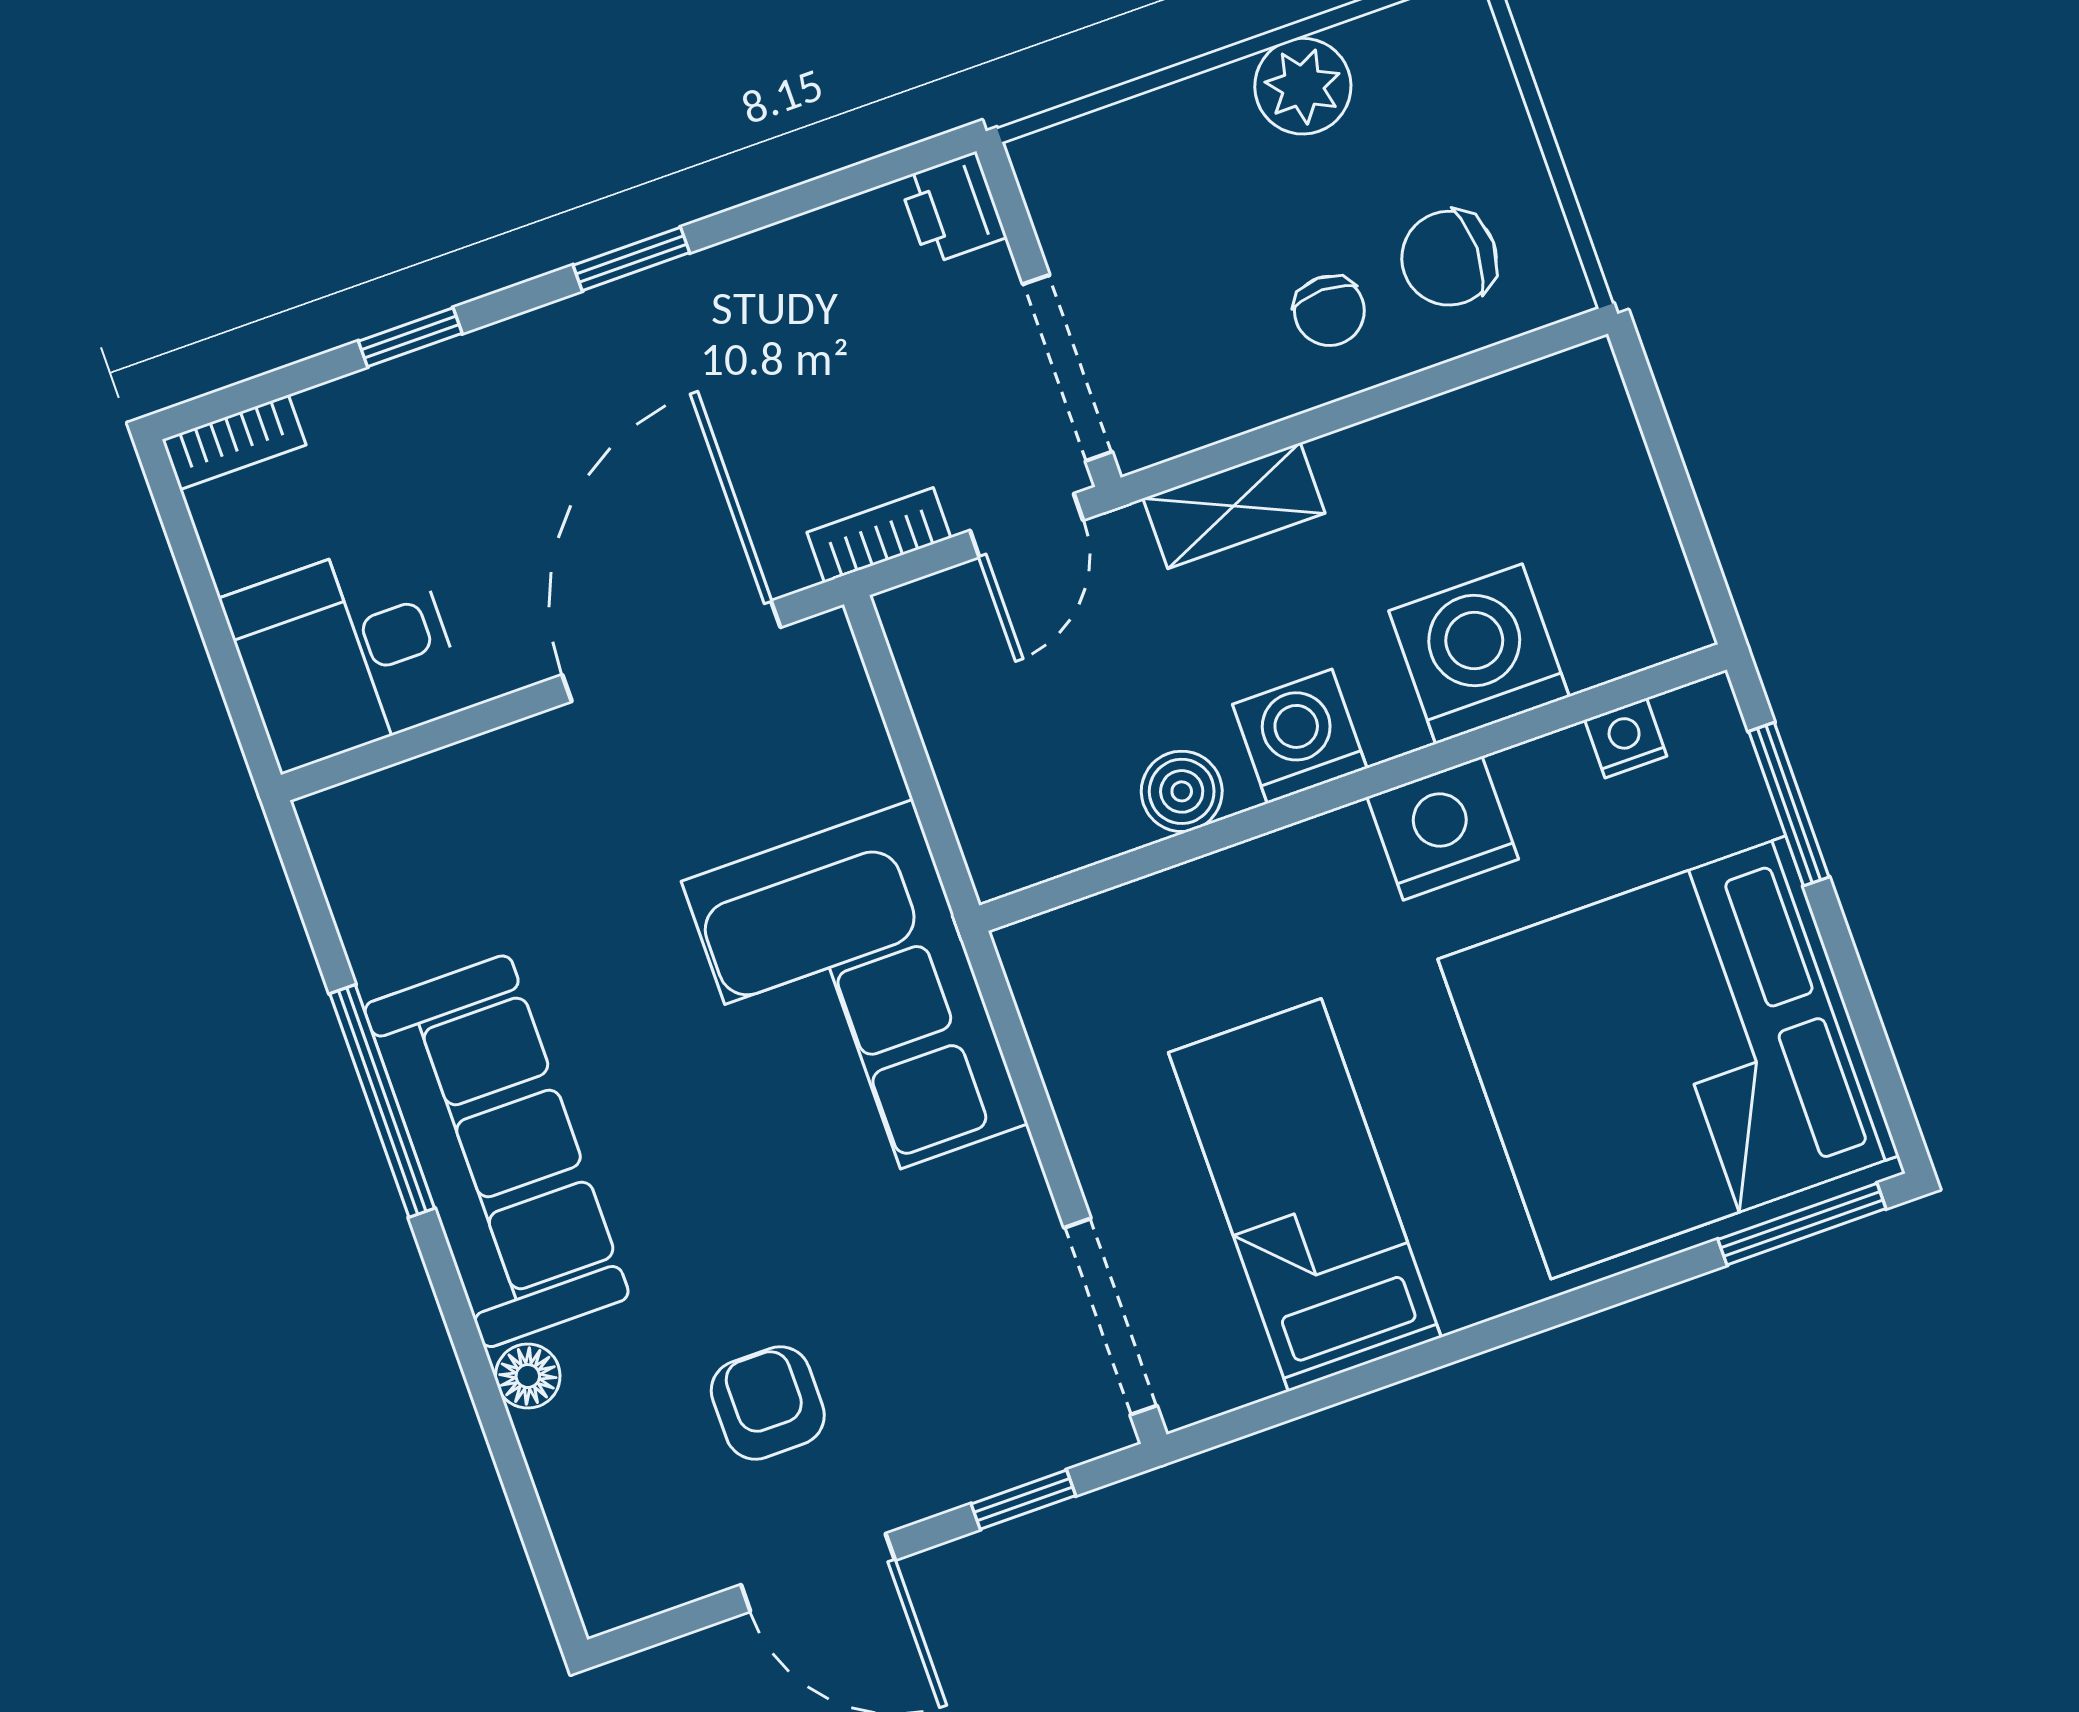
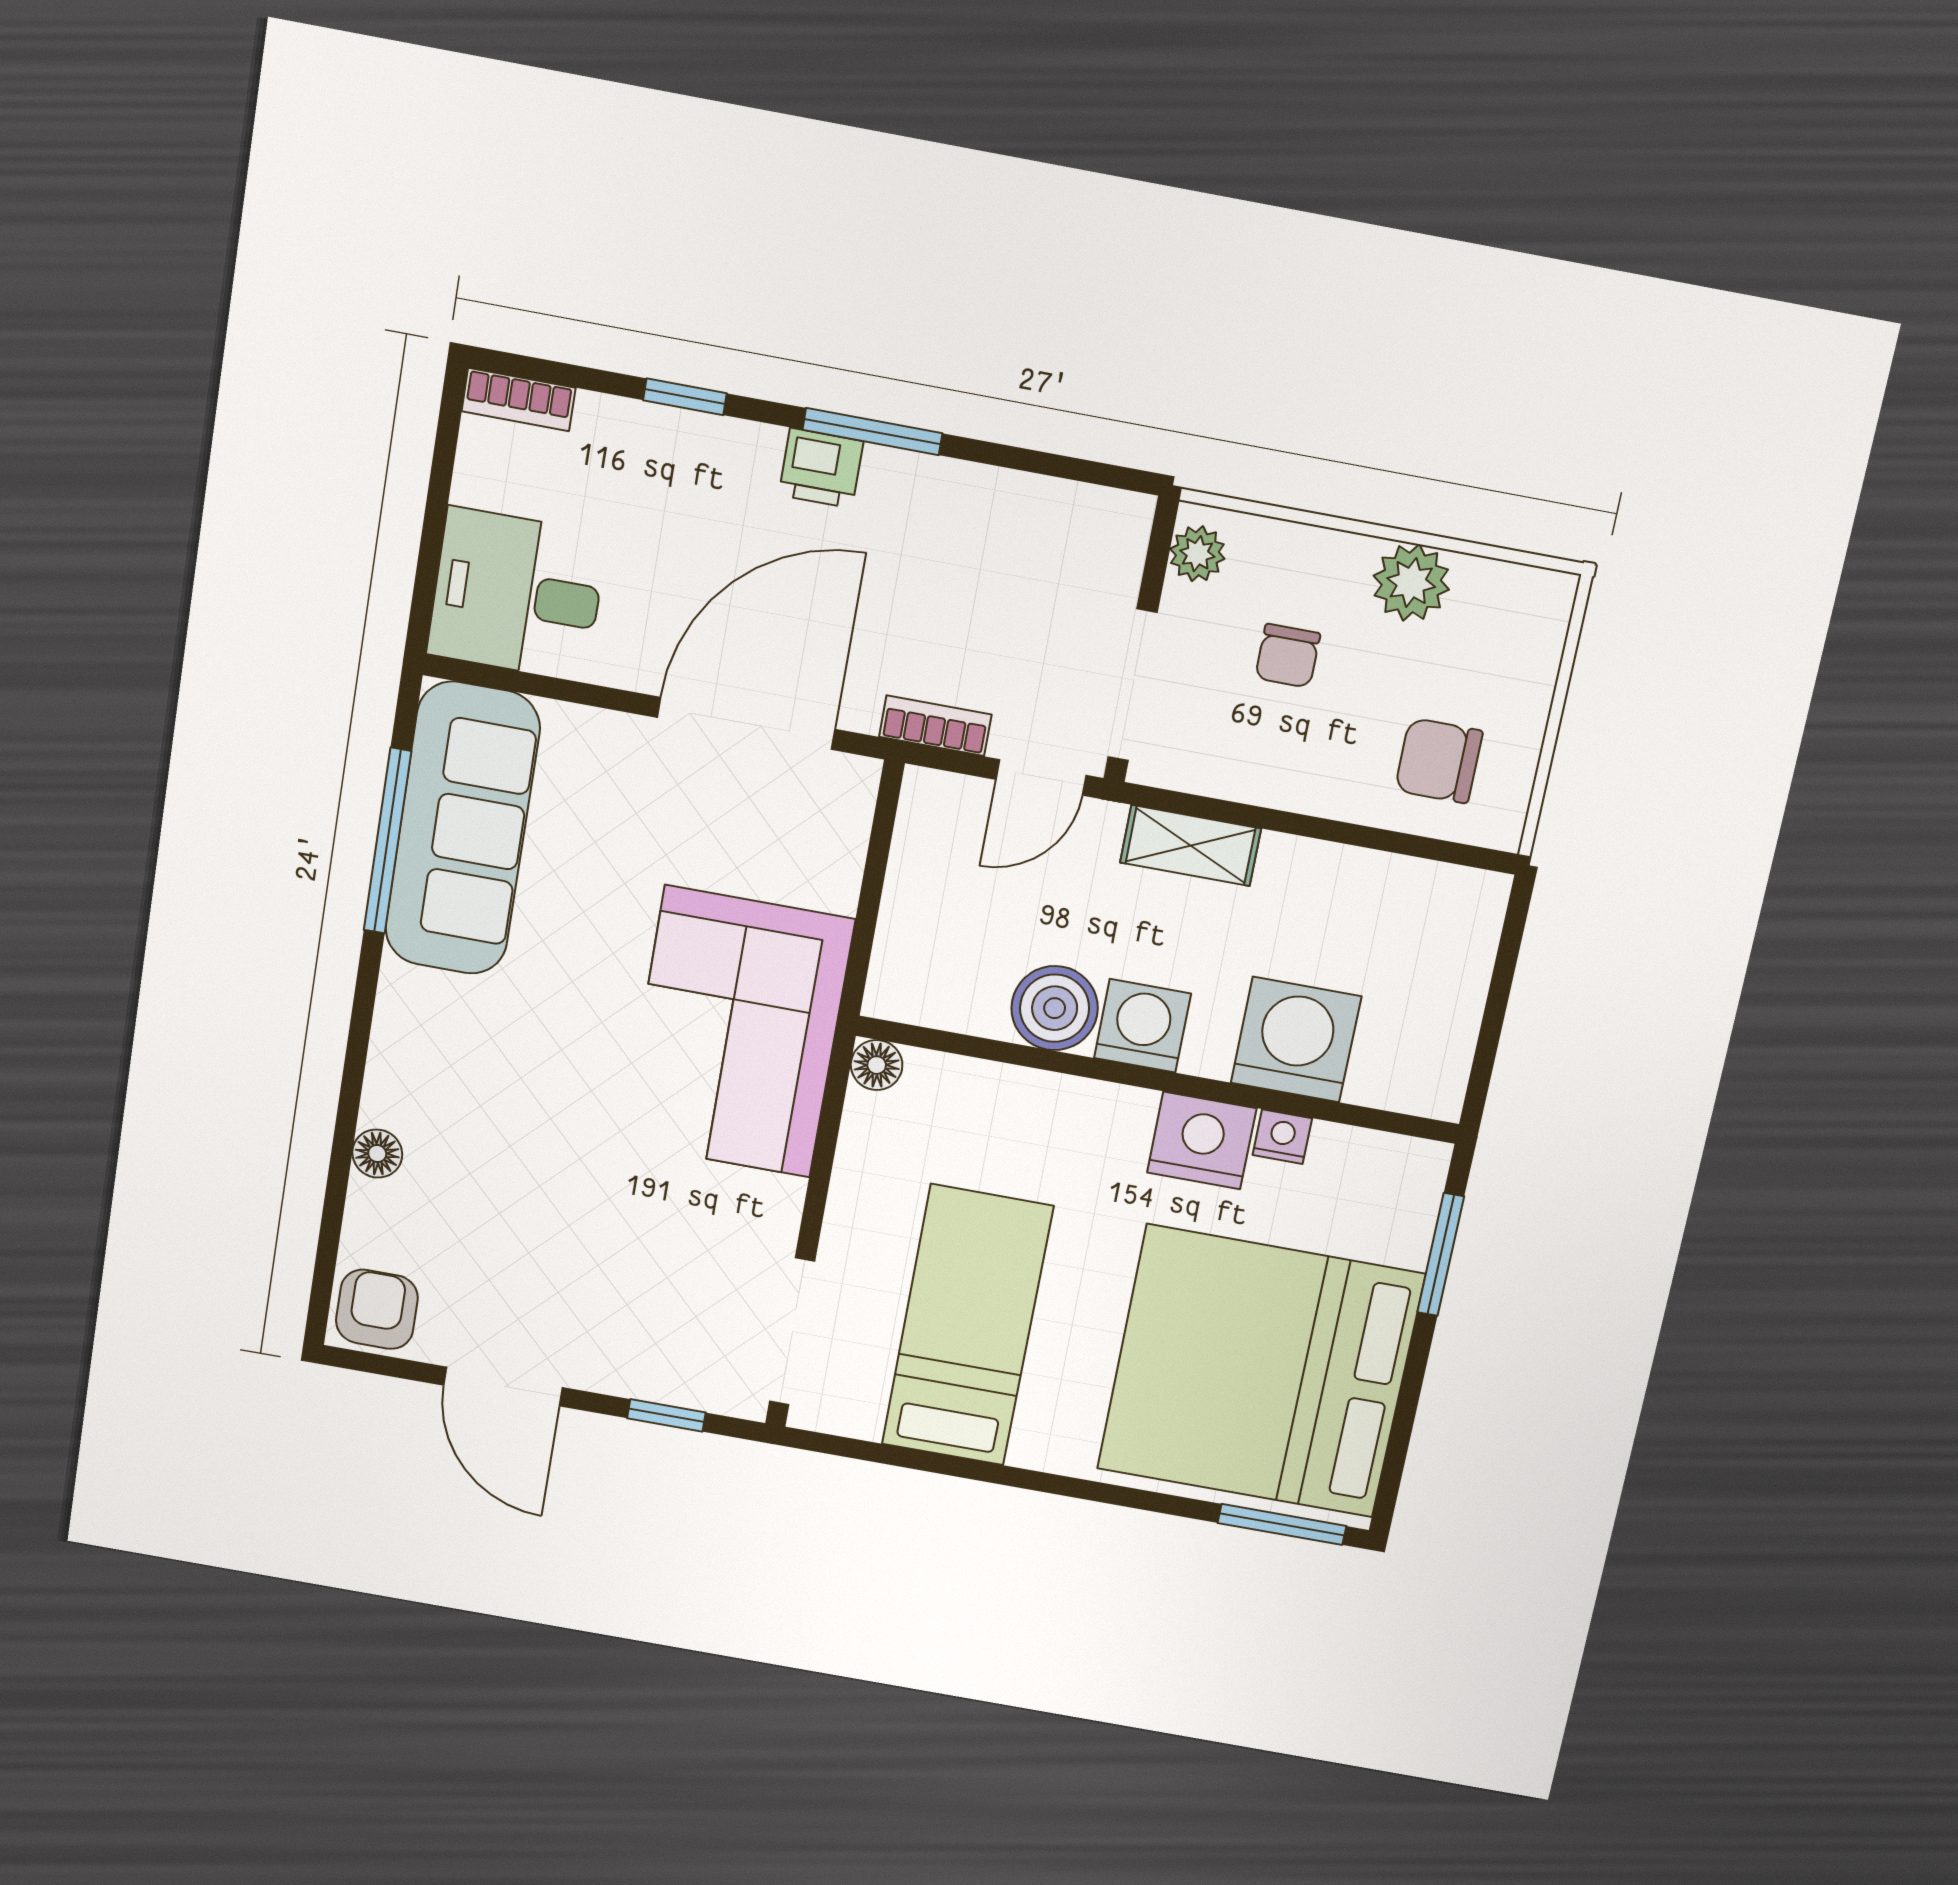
plant: (1055, 188) -> (1197, 554), added
printer: (952, 208) -> (821, 468), moved, turned -90
window: (631, 259) -> (872, 431), width x1.50
chair: (1329, 311) -> (1288, 656), moved
nightstand: (1626, 738) -> (1282, 1137), moved
boiler: (1182, 791) -> (1055, 1008), width x1.36, depth x1.36
floor lamp: (1030, 951) -> (877, 1065), added
window: (382, 1101) -> (387, 841), moved
sofa: (497, 1151) -> (462, 829), moved
armchair: (768, 1403) -> (377, 1309), moved

